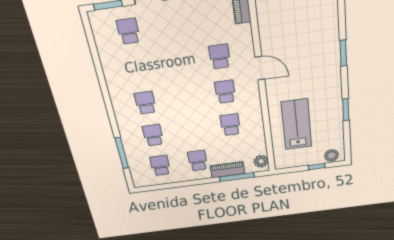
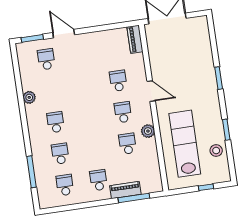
plant: (111, 76) -> (29, 97), added
lab bench: (296, 124) -> (185, 144), width x1.36
stool: (332, 155) -> (216, 151), moved
plant: (261, 161) -> (148, 131), moved

